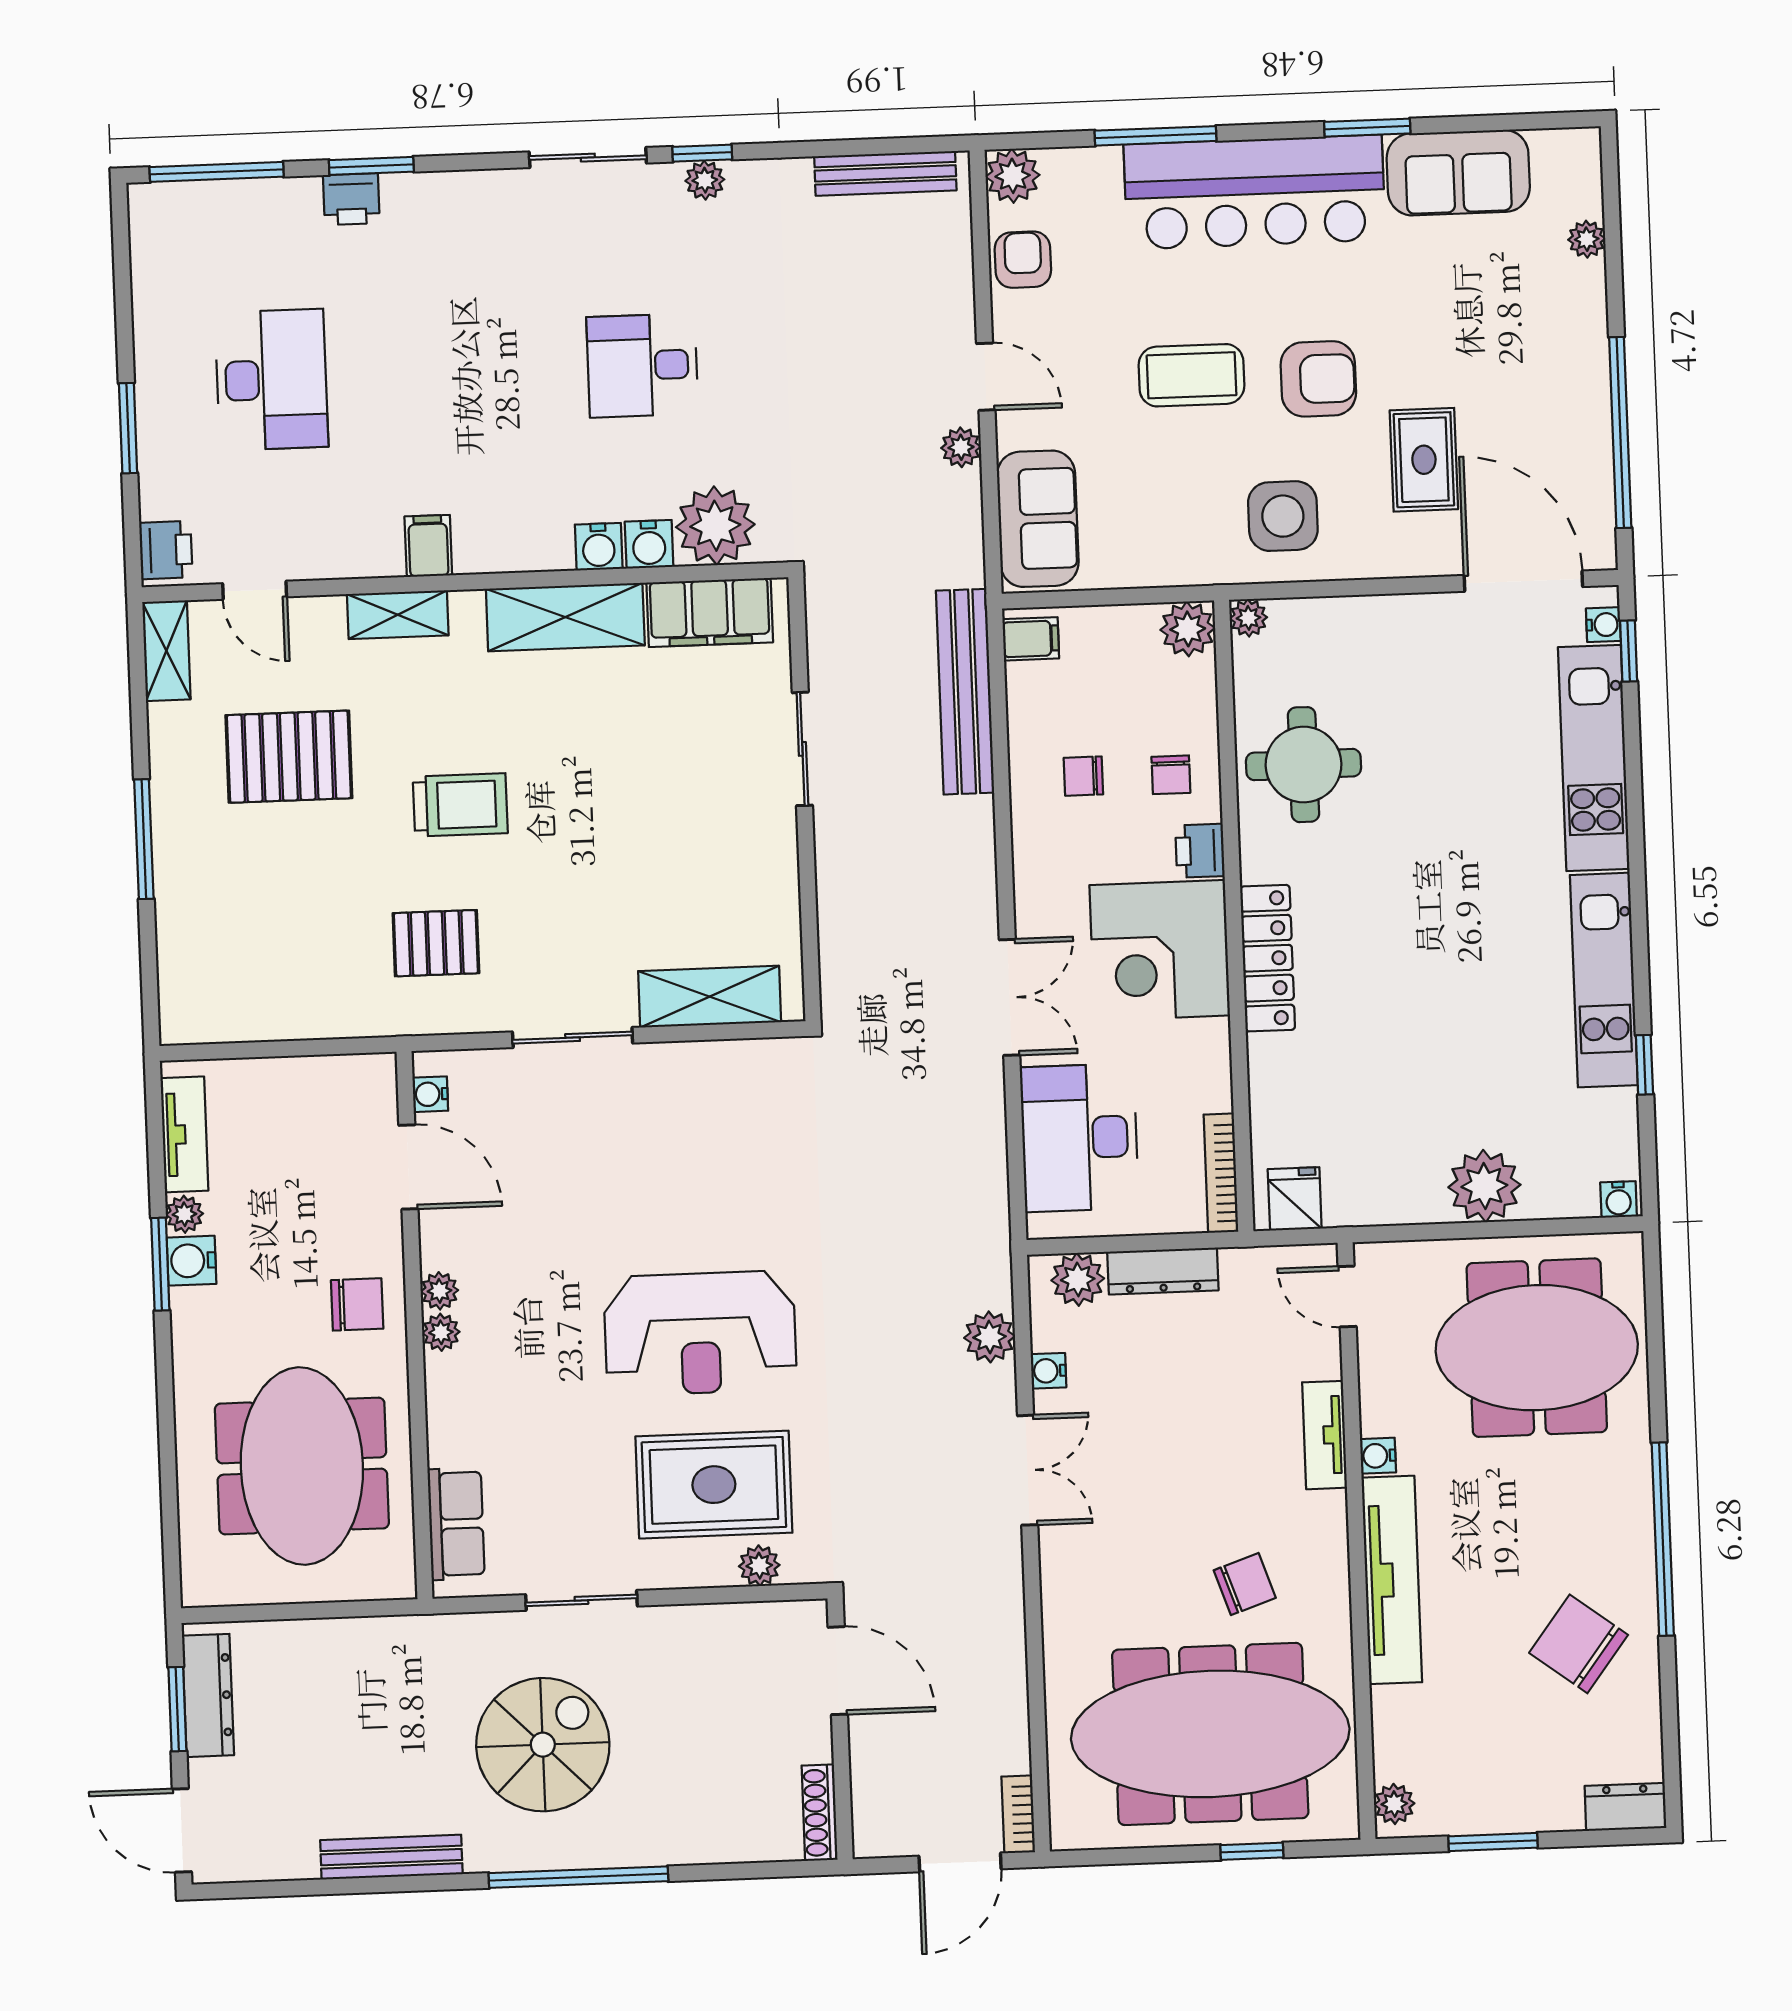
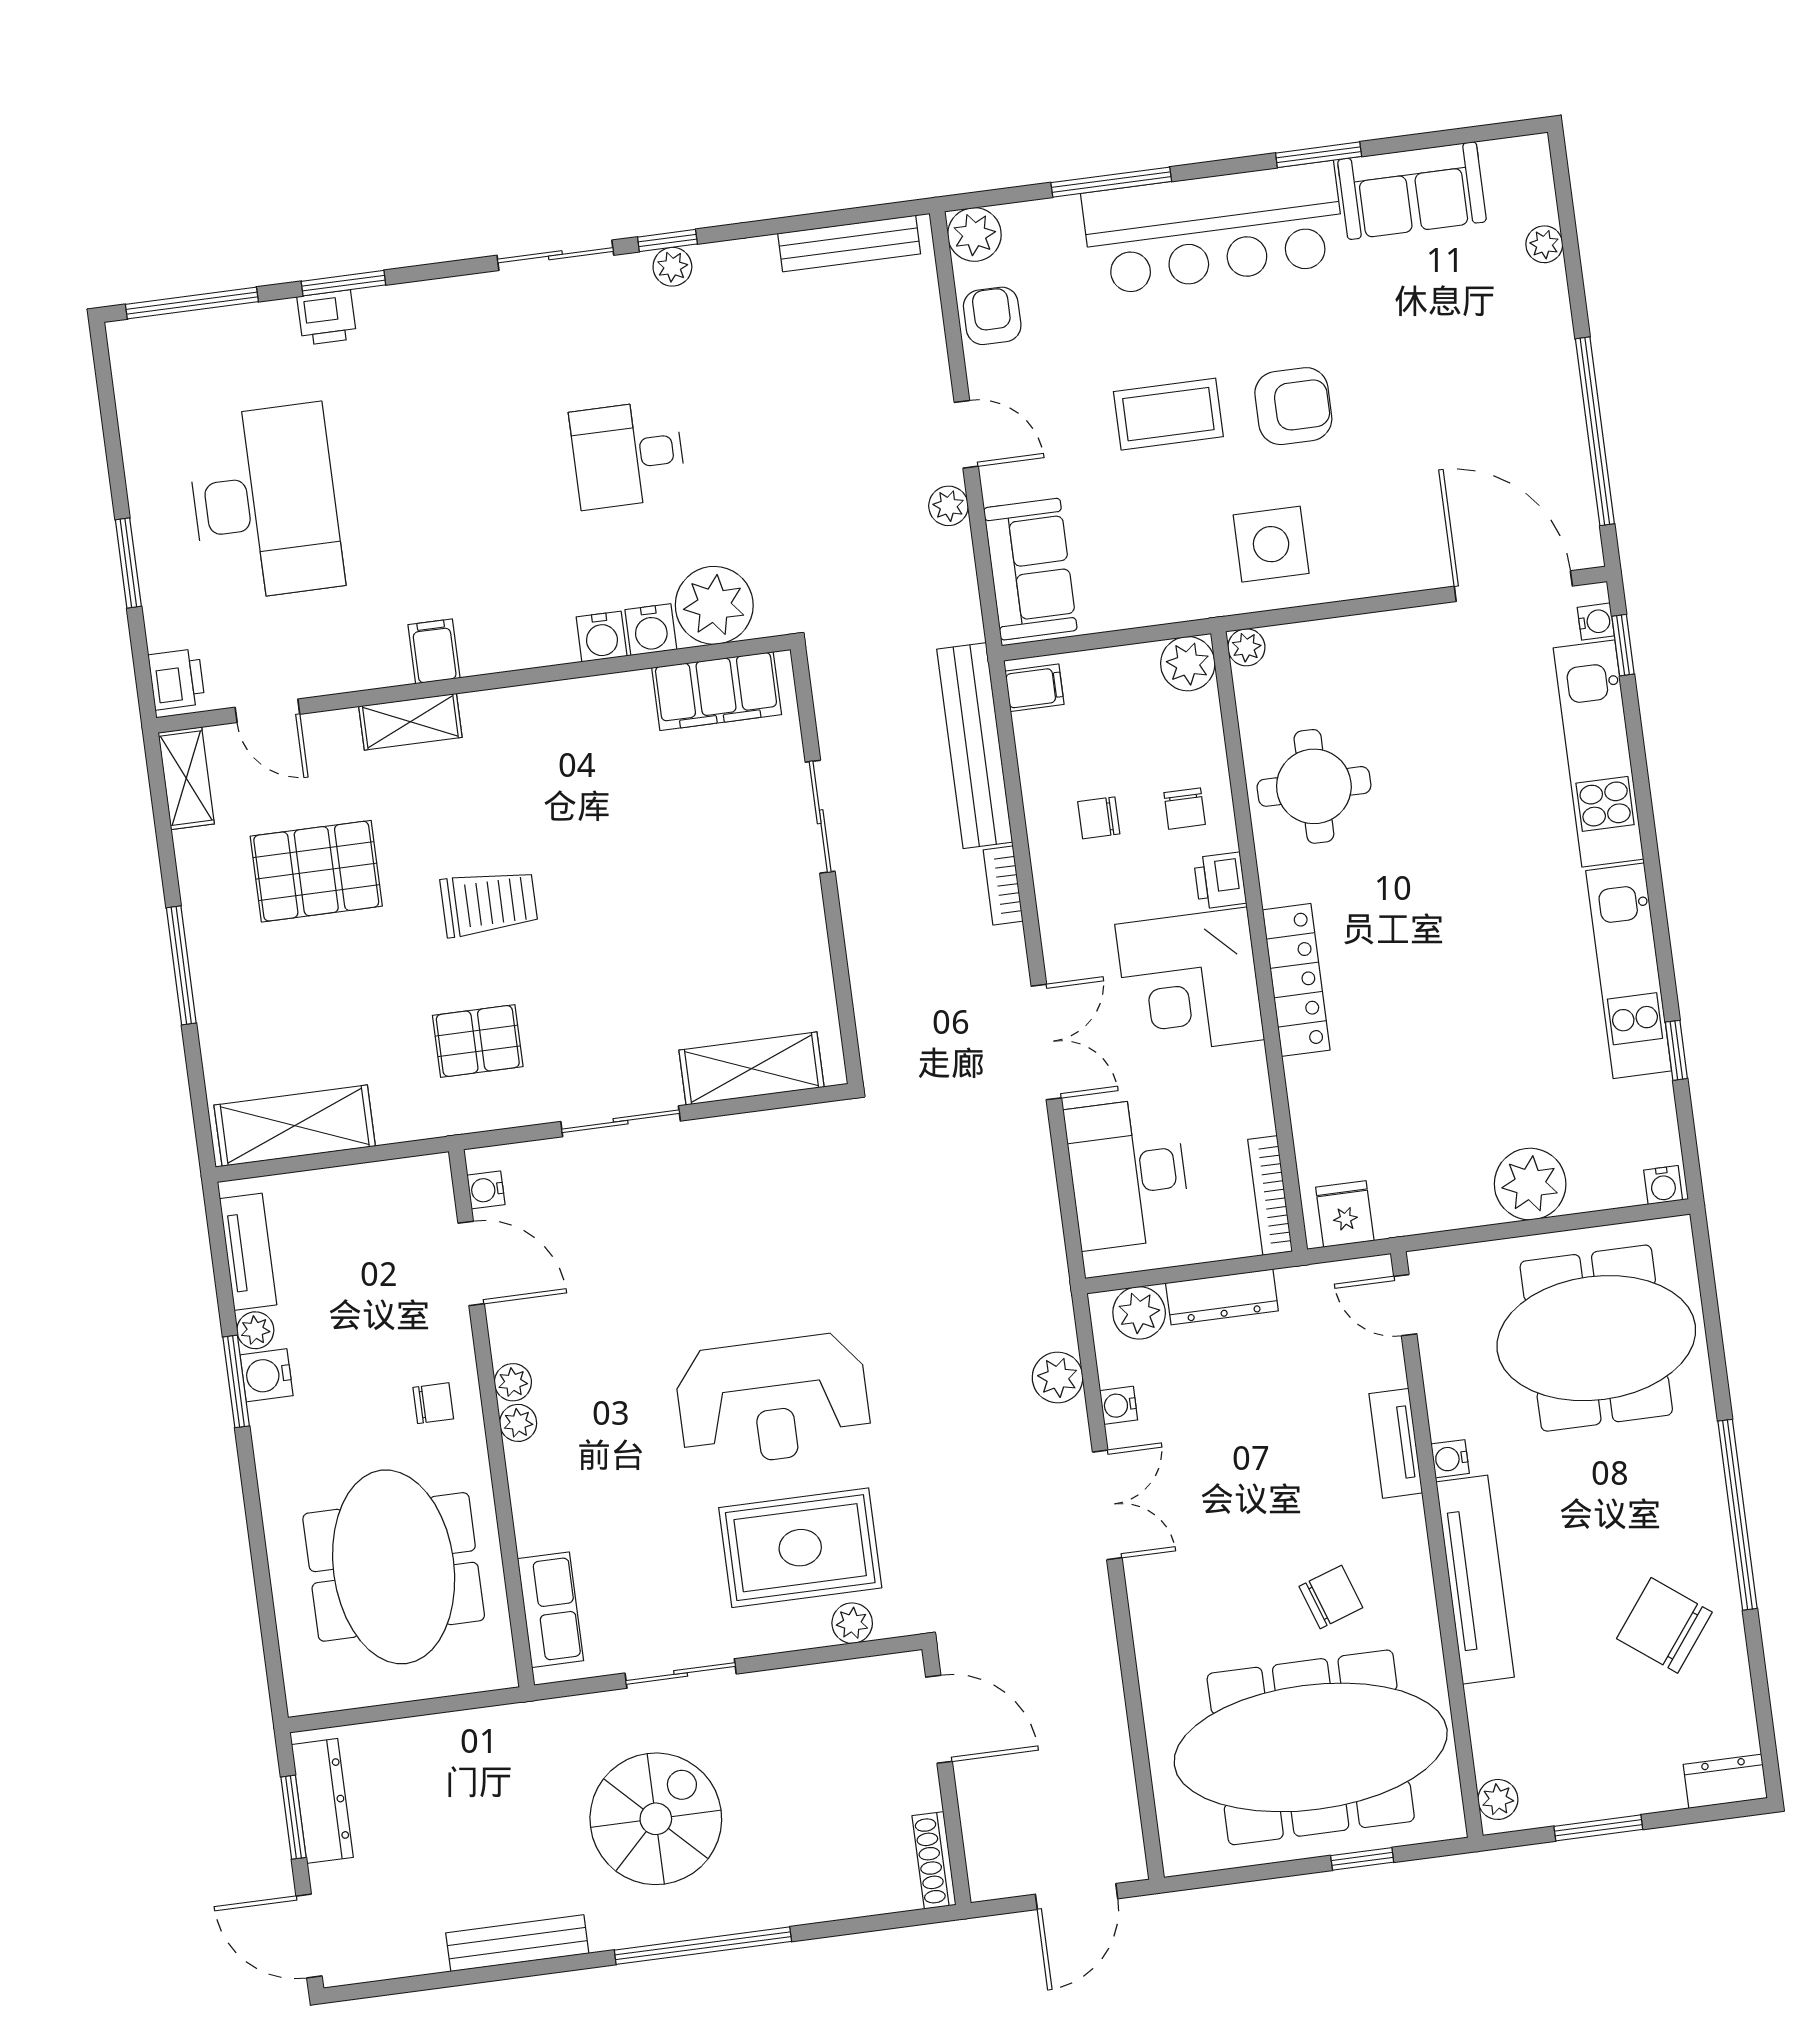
desk: (272, 380) -> (265, 502), width x1.36, depth x1.30
rug: (1424, 460) -> (1404, 476), removed
shelving: (565, 617) -> (295, 1126), moved
chair: (357, 1304) -> (433, 1403), width x0.73, depth x0.73
bookcase: (1018, 1814) -> (1003, 886), moved

